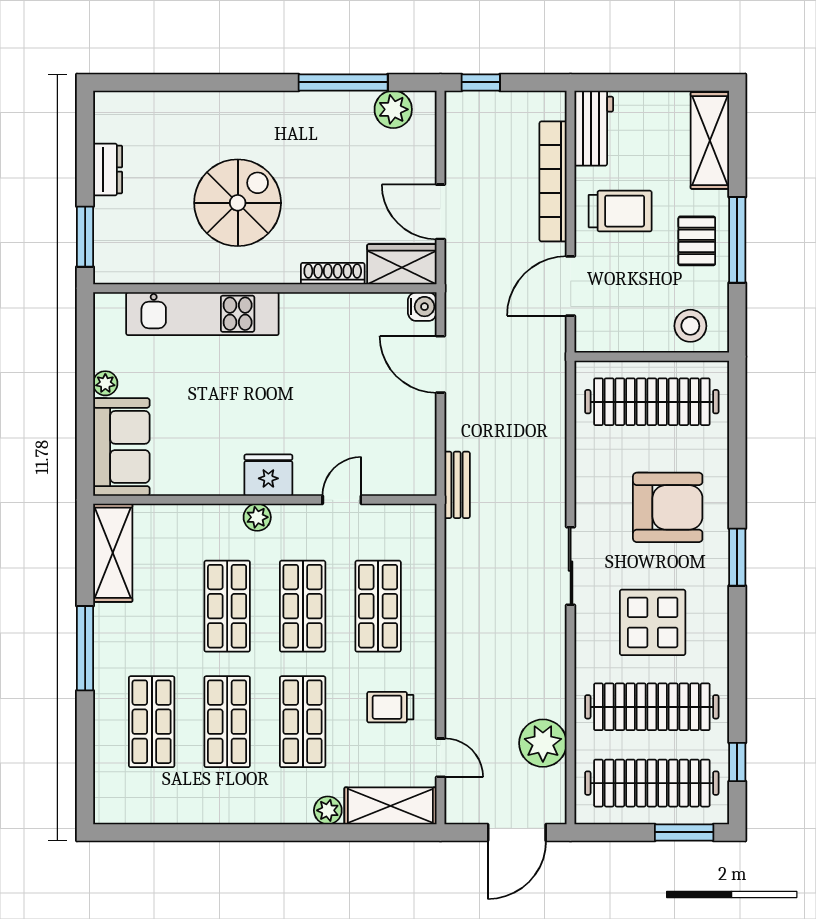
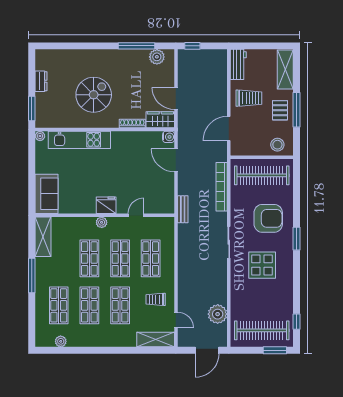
bookcase: (553, 181) -> (222, 187), moved
plant: (105, 383) -> (40, 136), moved
clothes rail: (652, 707) -> (262, 299), removed
plant: (328, 810) -> (61, 341), moved

